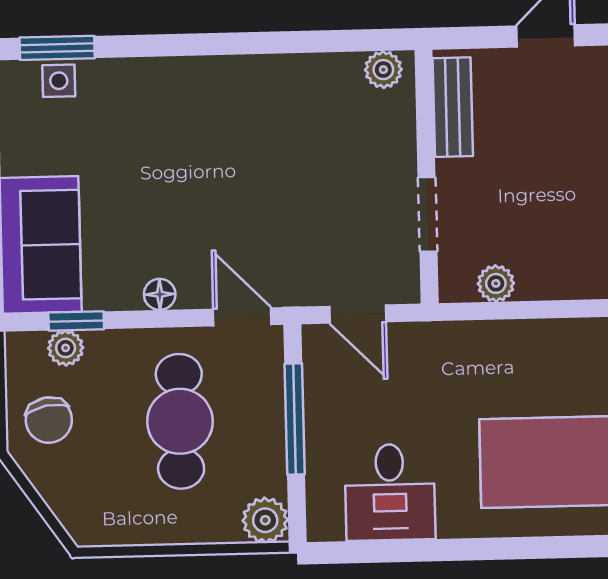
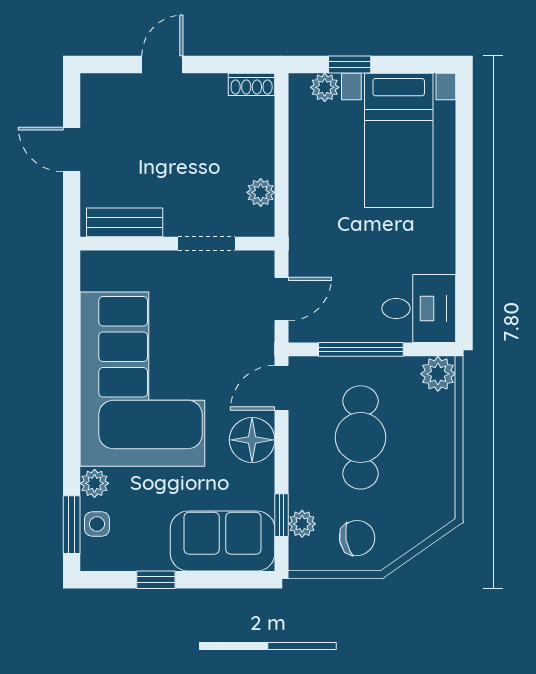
plant: (383, 70) -> (95, 483), moved
corner sofa: (249, 135) -> (142, 379), added
floor lamp: (160, 294) -> (252, 440), width x1.89, depth x1.89
cafe table: (180, 421) -> (361, 437), turned 90
desk: (390, 492) -> (419, 308), moved

